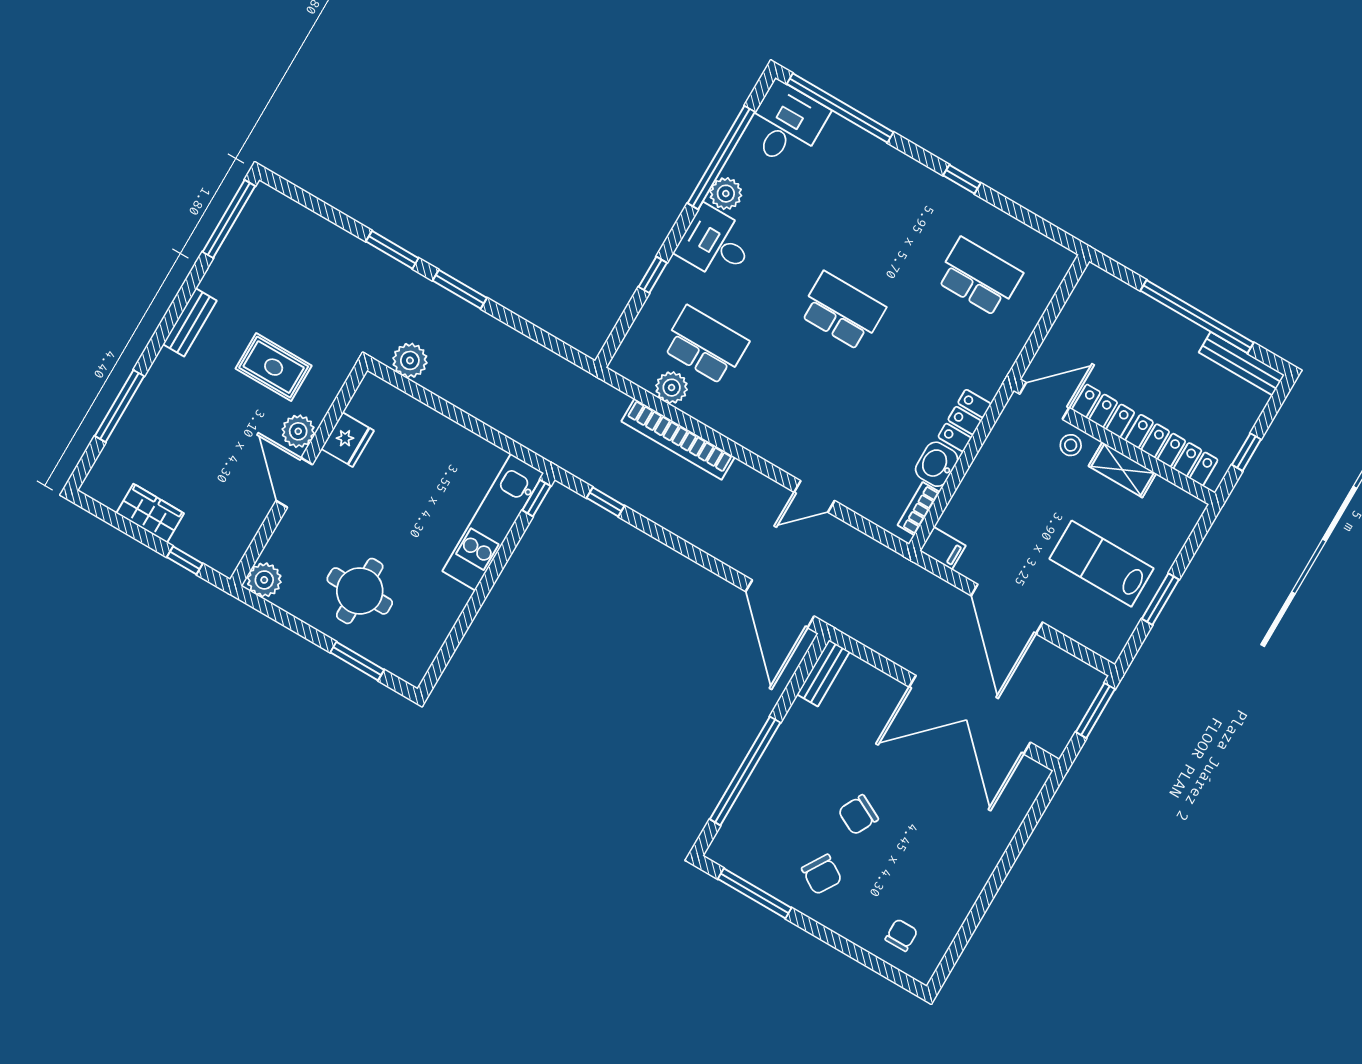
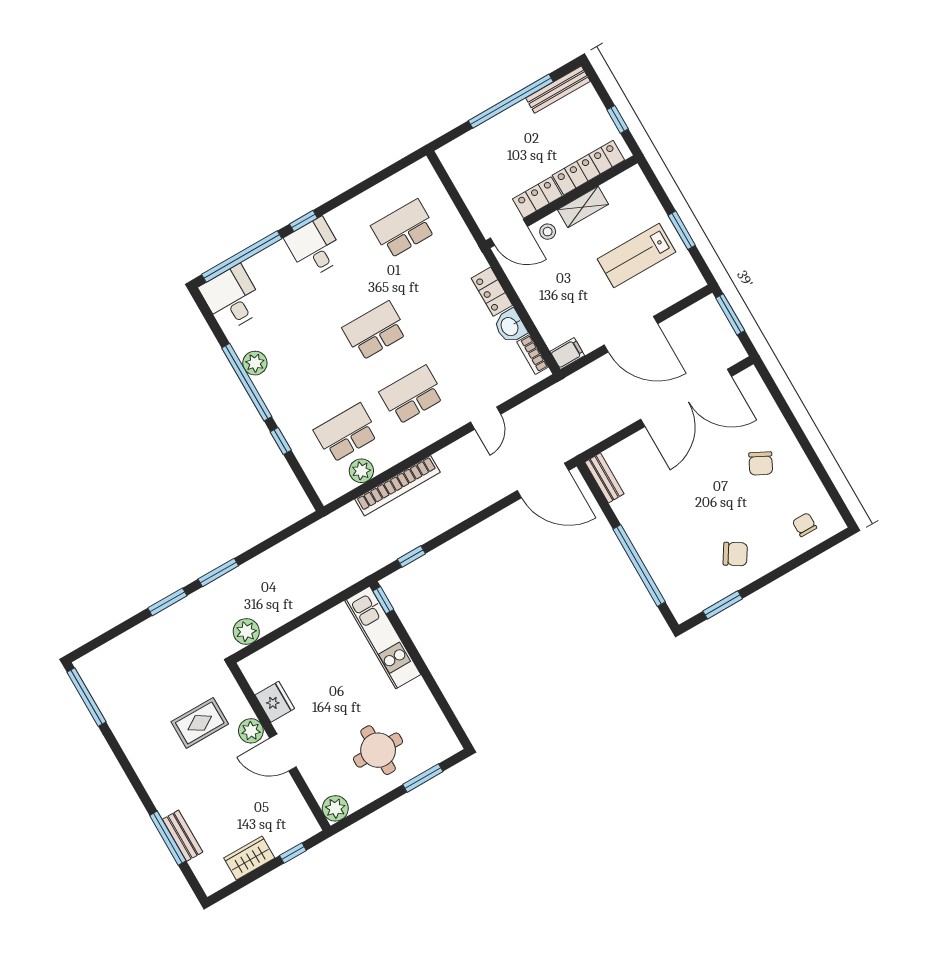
window: (721, 158) -> (247, 382), moved
window: (962, 179) -> (303, 221), moved
desk: (716, 244) -> (315, 248), moved, turned 90
bench: (190, 322) -> (183, 836), moved
school desk: (792, 396) -> (412, 395), added
door: (1044, 401) -> (509, 232), swing flipped
chair: (858, 815) -> (761, 463), moved
window: (755, 893) -> (723, 605), width x0.69

